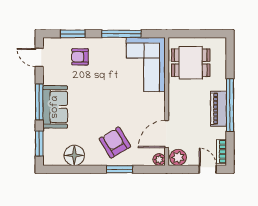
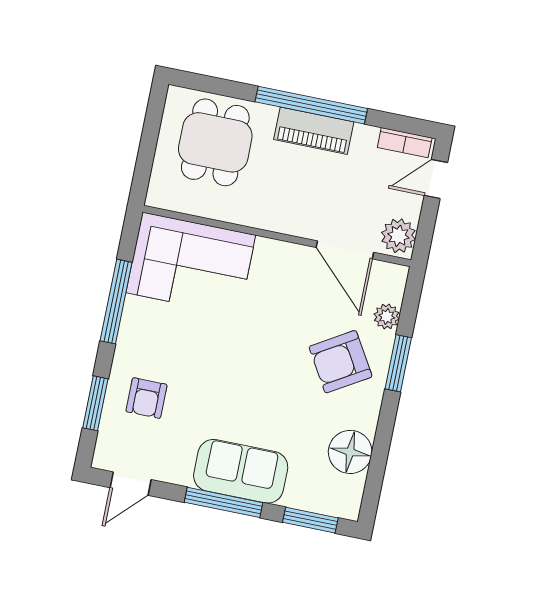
dining table: (191, 63) -> (215, 142), moved
plant: (159, 160) -> (387, 316), moved

